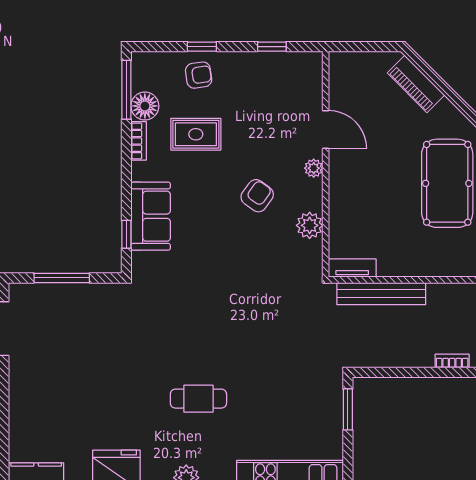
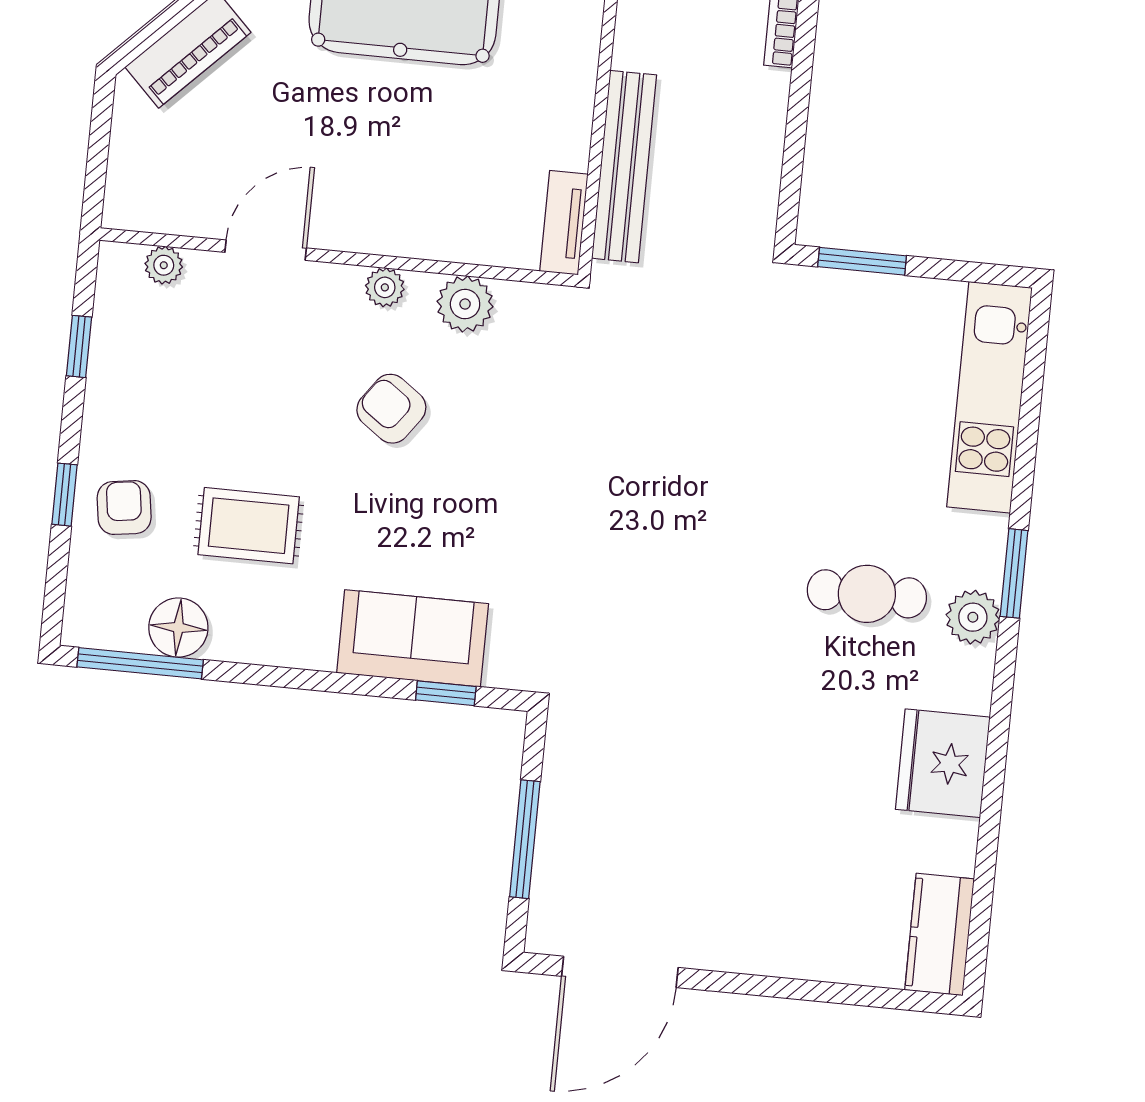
plant: (314, 83) -> (164, 265), added
rug: (196, 134) -> (249, 526), turned 90
bookcase: (139, 141) -> (251, 648), removed
plant: (314, 168) -> (385, 287), moved
cafe table: (198, 399) -> (867, 594), moved, turned 90

